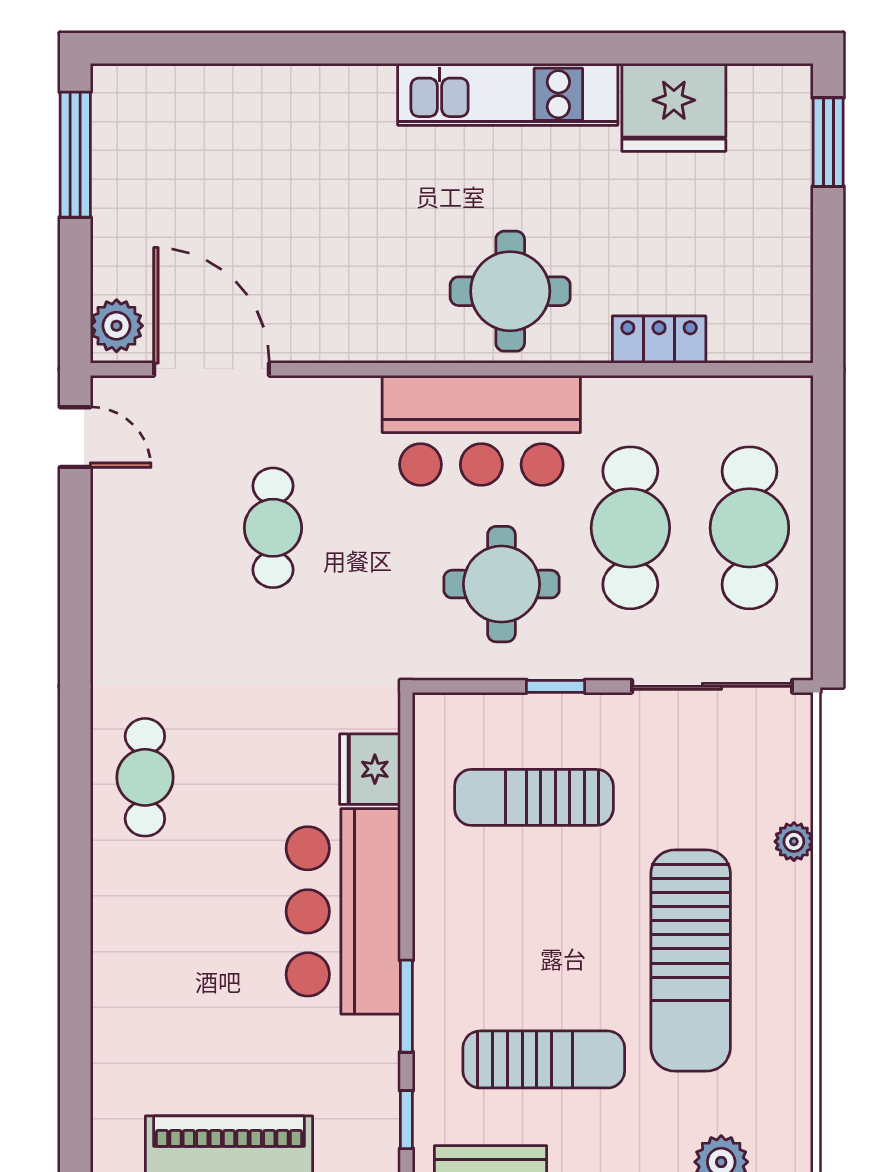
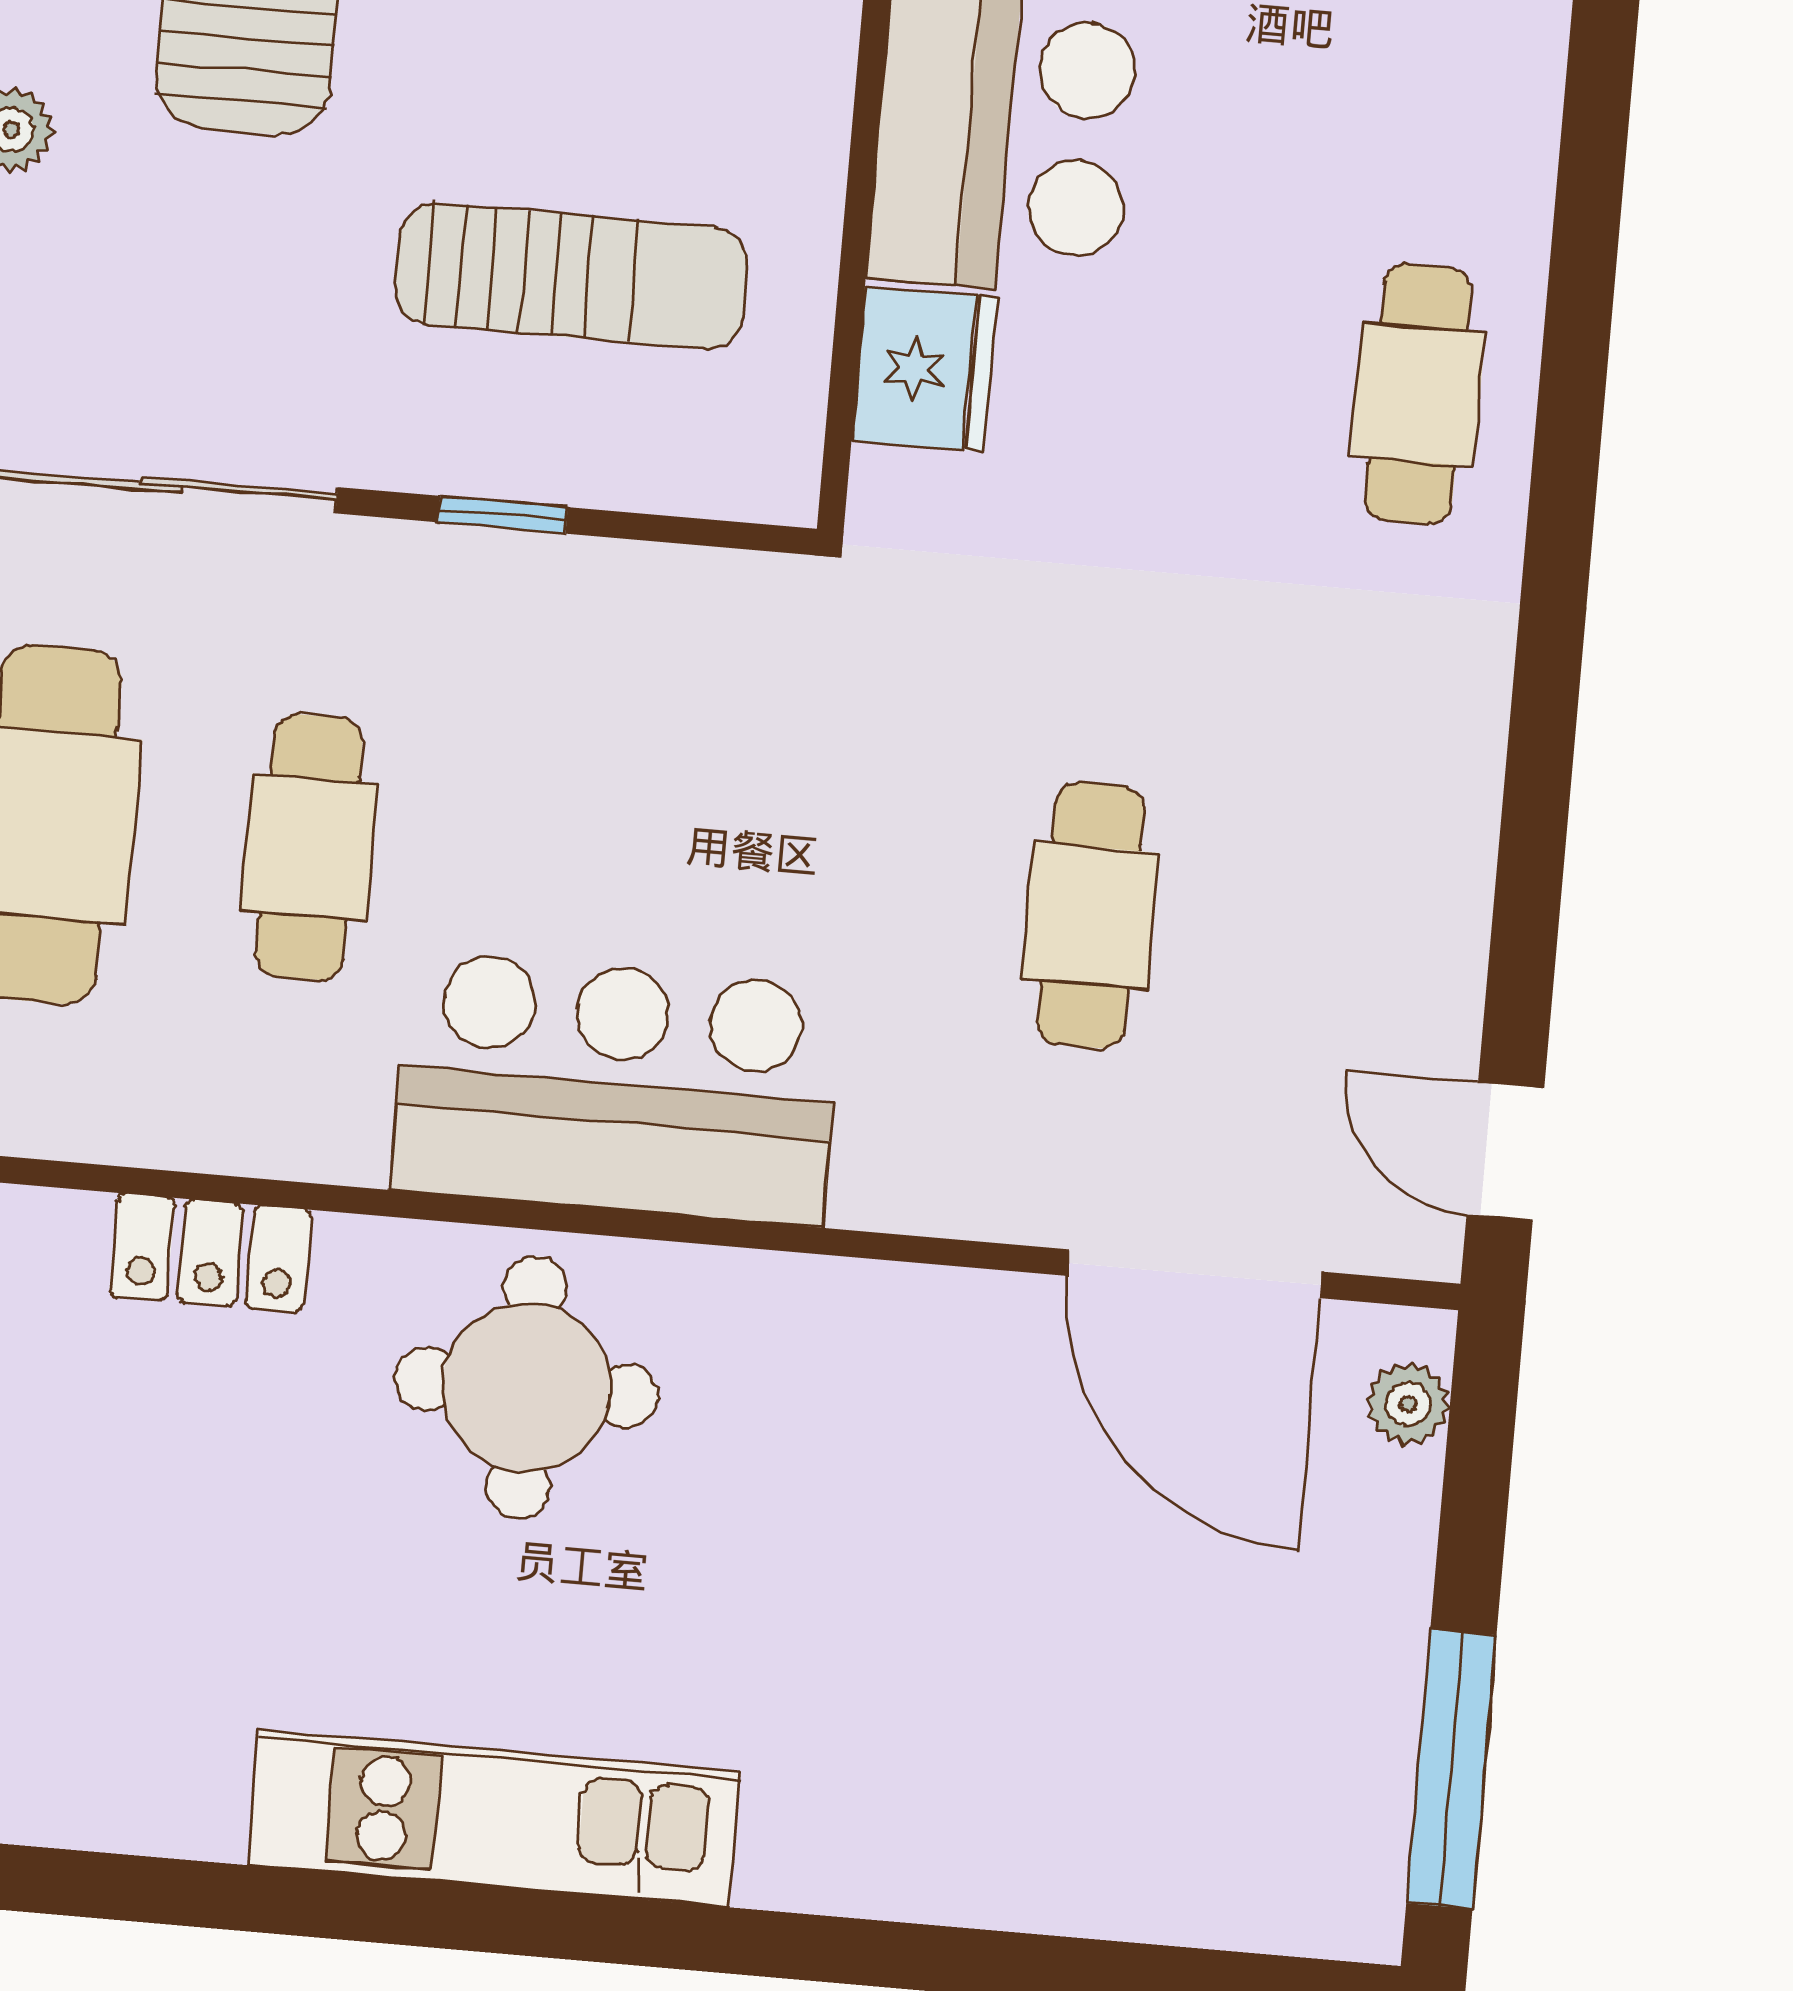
fridge: (674, 107) -> (134, 1758), removed
plant: (116, 326) -> (1408, 1404), width x0.73, depth x0.73
cafe table: (630, 528) -> (309, 847), width x0.73, depth x0.74
round table: (501, 584) -> (602, 749), removed

